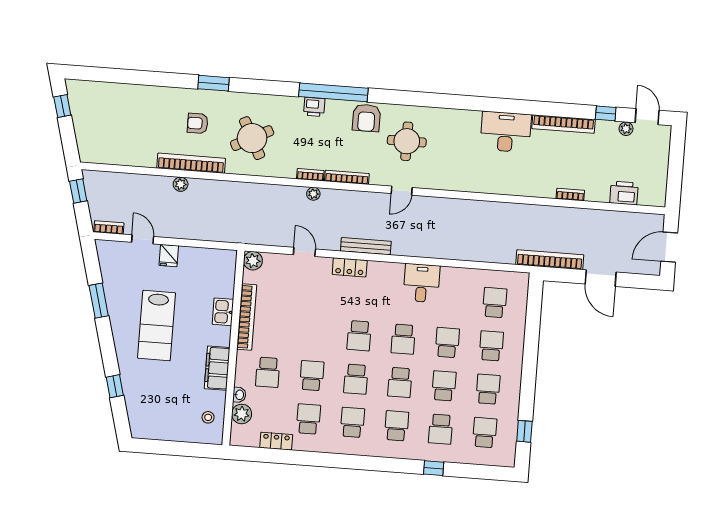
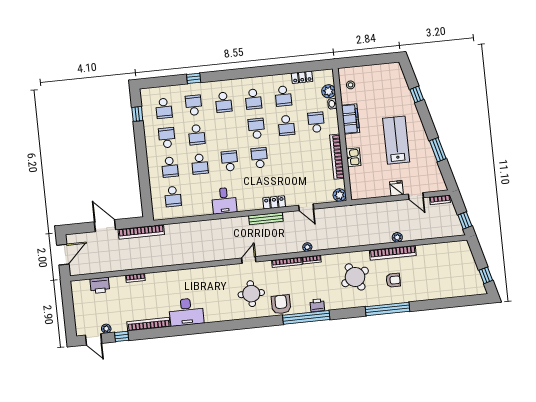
window: (213, 83) -> (387, 309), width x2.11
school desk: (400, 382) -> (227, 132), removed
school desk: (488, 389) -> (167, 138), turned 180

